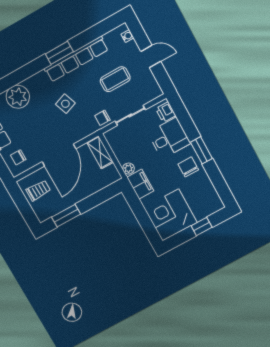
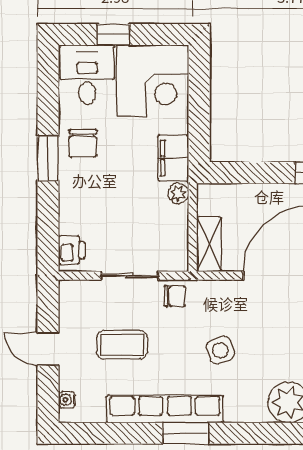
desk: (169, 138) -> (87, 75), moved, turned 90

